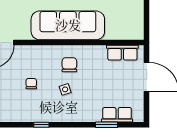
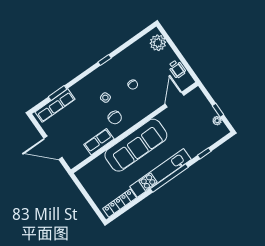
row of seats: (122, 53) -> (99, 142), moved
row of seats: (117, 115) -> (55, 106), width x1.48

